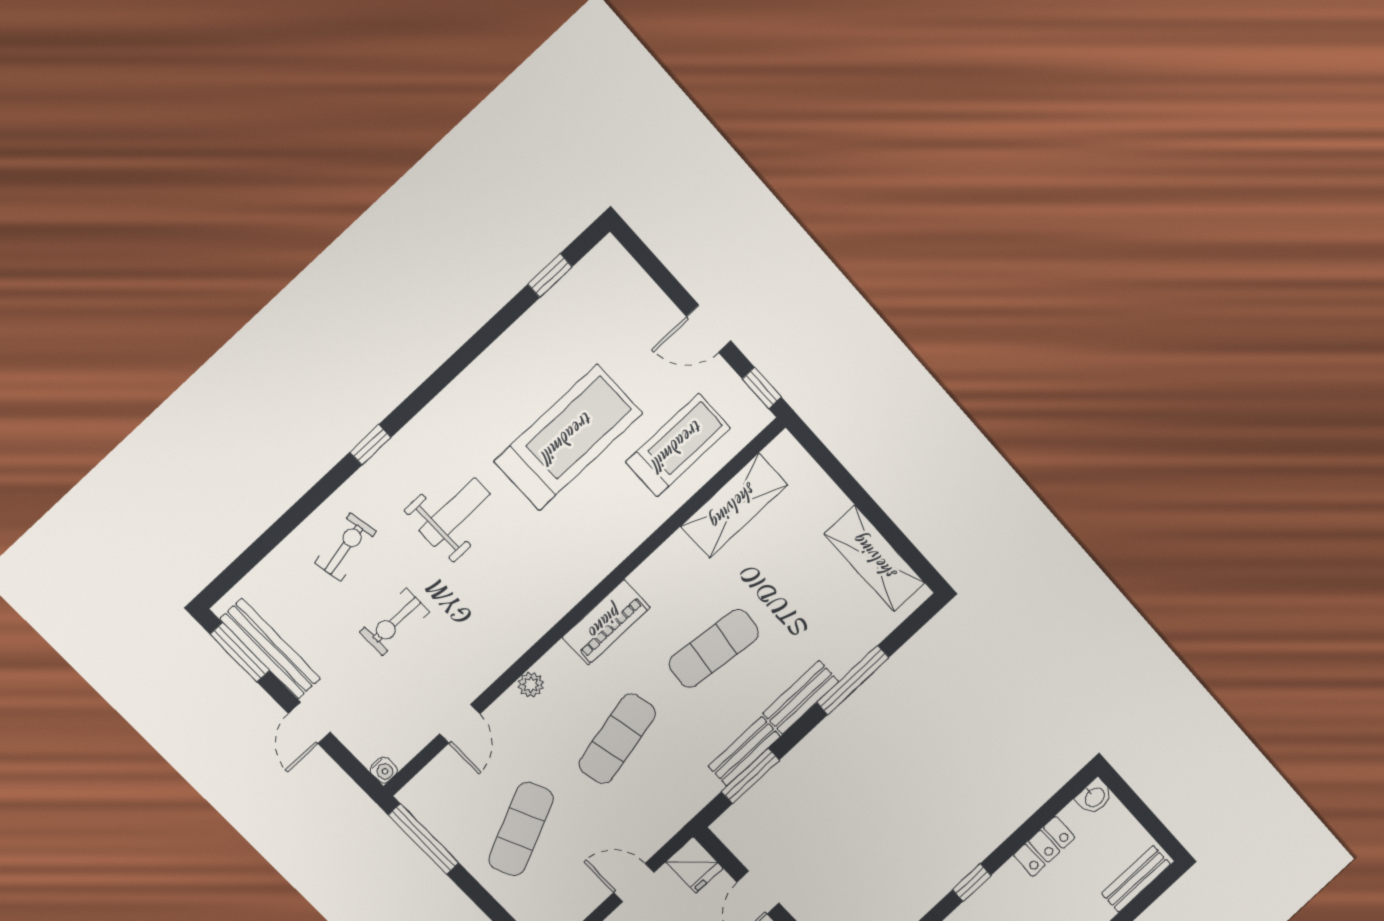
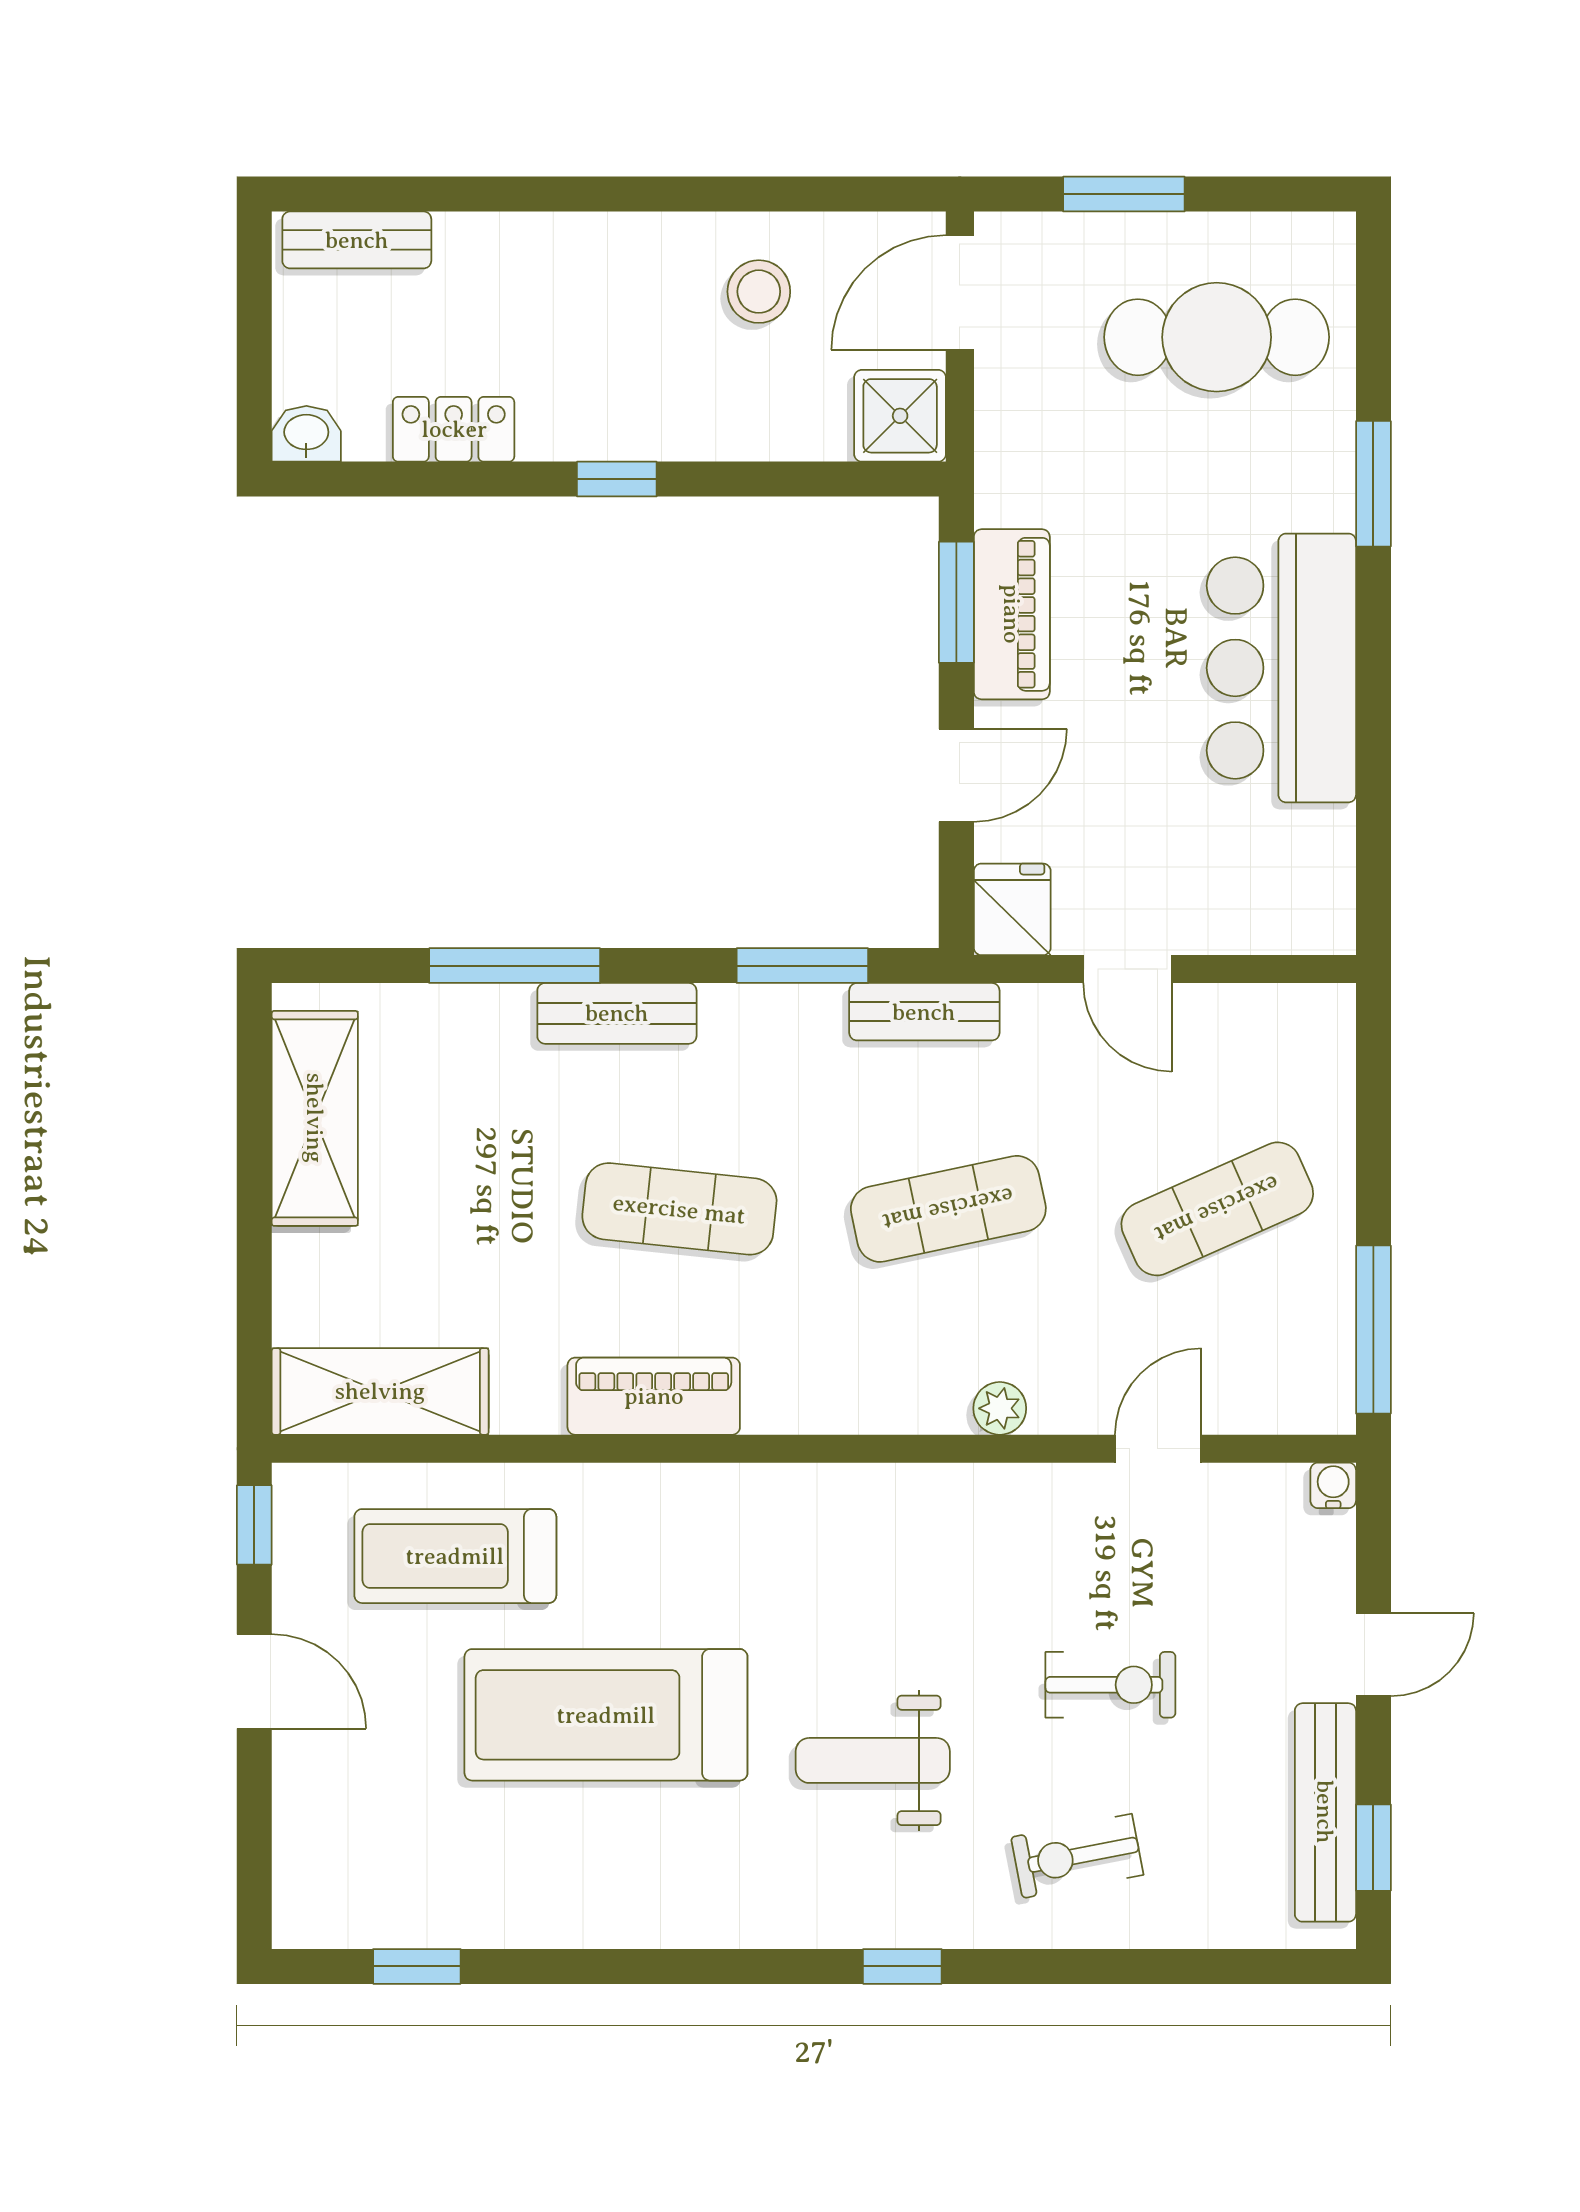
shelving: (734, 506) -> (380, 1391), moved
piano: (606, 622) -> (654, 1396), moved
window: (240, 652) -> (1373, 1848), width x0.67
bench: (744, 751) -> (924, 1012), moved

